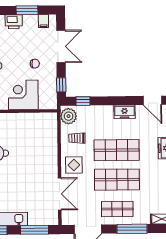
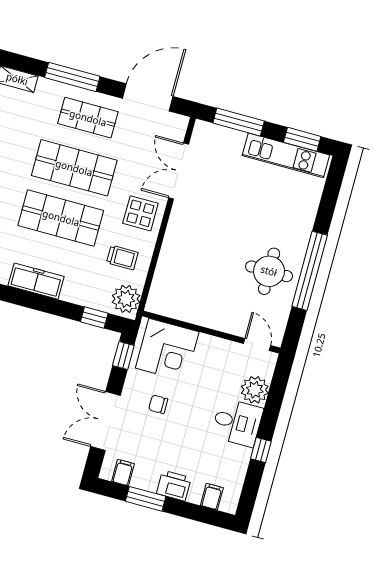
corner desk: (23, 95) -> (167, 350), moved
freezer: (124, 112) -> (36, 281), width x1.40

